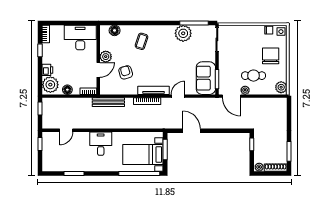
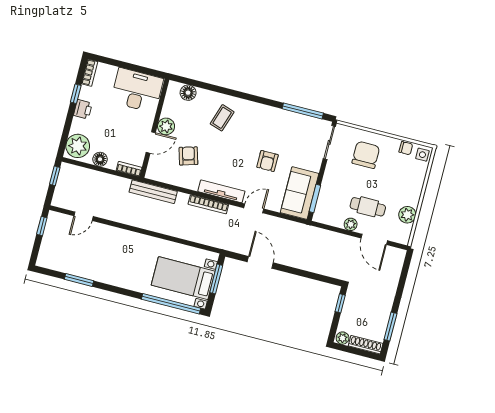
plant: (183, 33) -> (284, 122), removed
chair: (271, 56) -> (366, 155), moved
armchair: (179, 62) -> (268, 161), added
printer: (47, 70) -> (83, 109), moved
plant: (281, 87) -> (407, 215), moved
door: (231, 96) -> (374, 239), moved
desk: (101, 144) -> (127, 248), removed

